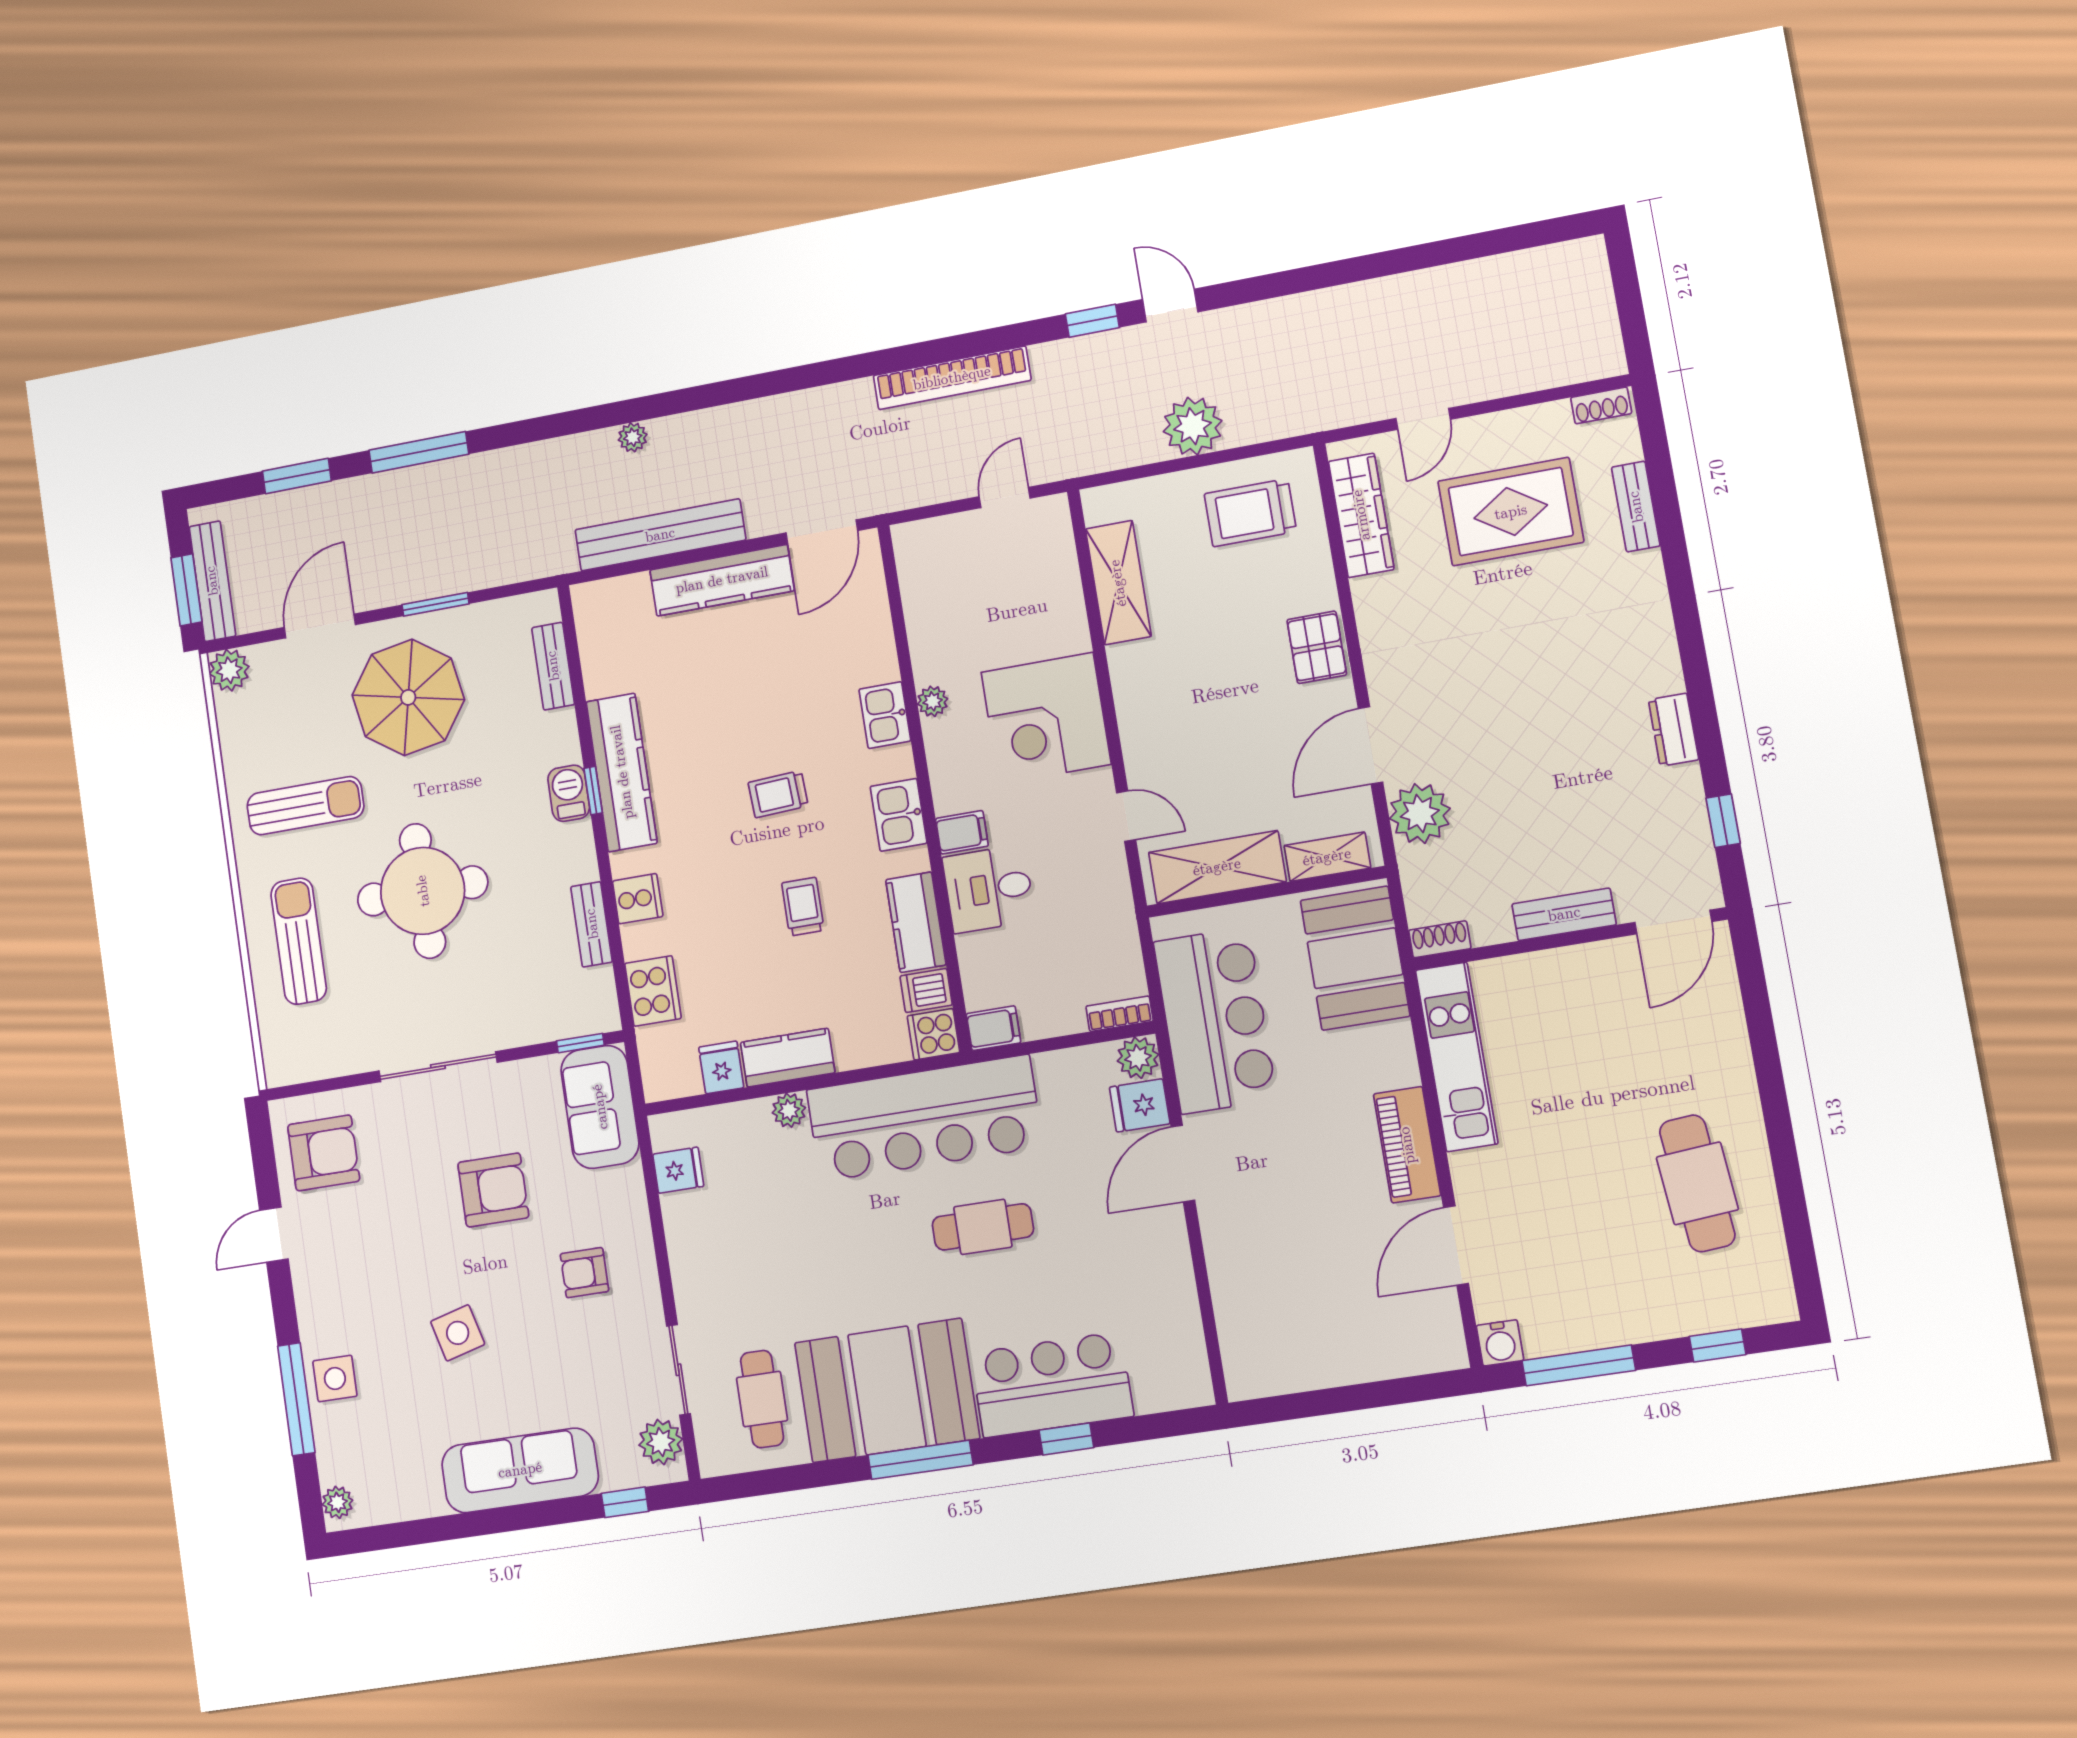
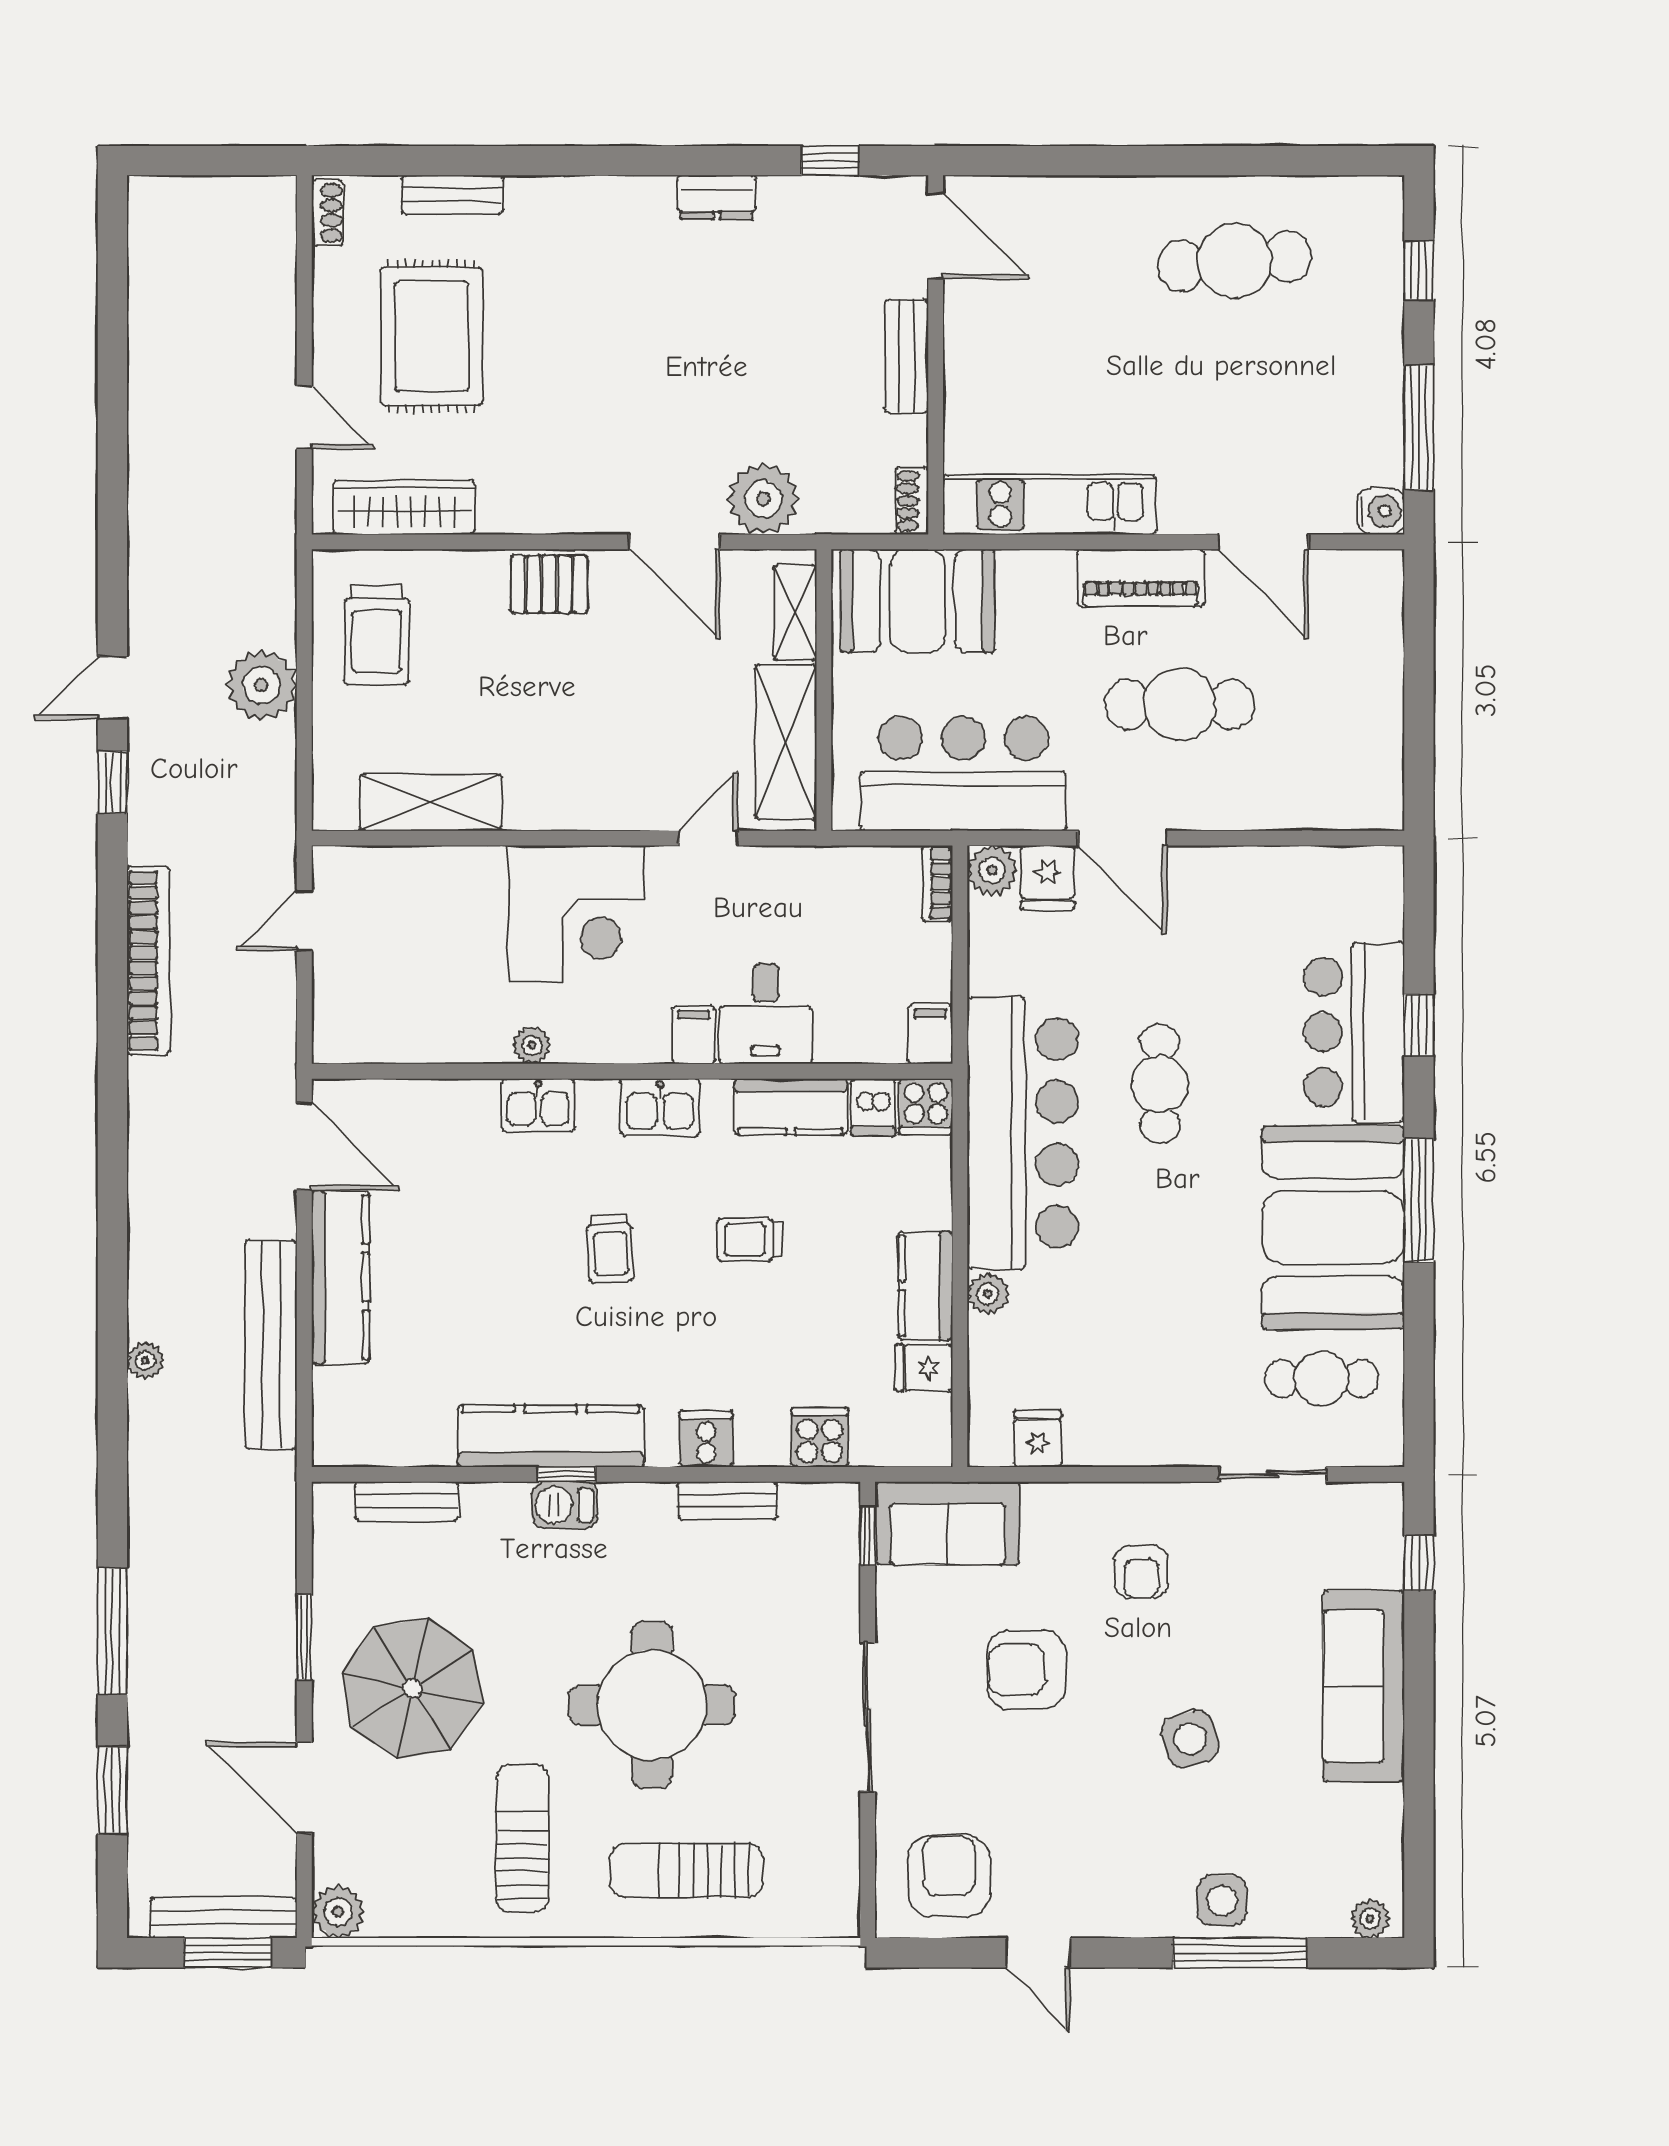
door: (1005, 497) -> (304, 921), hinge flipped
cooker: (653, 991) -> (820, 1437), width x0.73
armchair: (493, 1190) -> (1026, 1670), turned -91
cafe table: (1304, 1195) -> (1180, 704), added
plant: (661, 1442) -> (1354, 1509), removed

